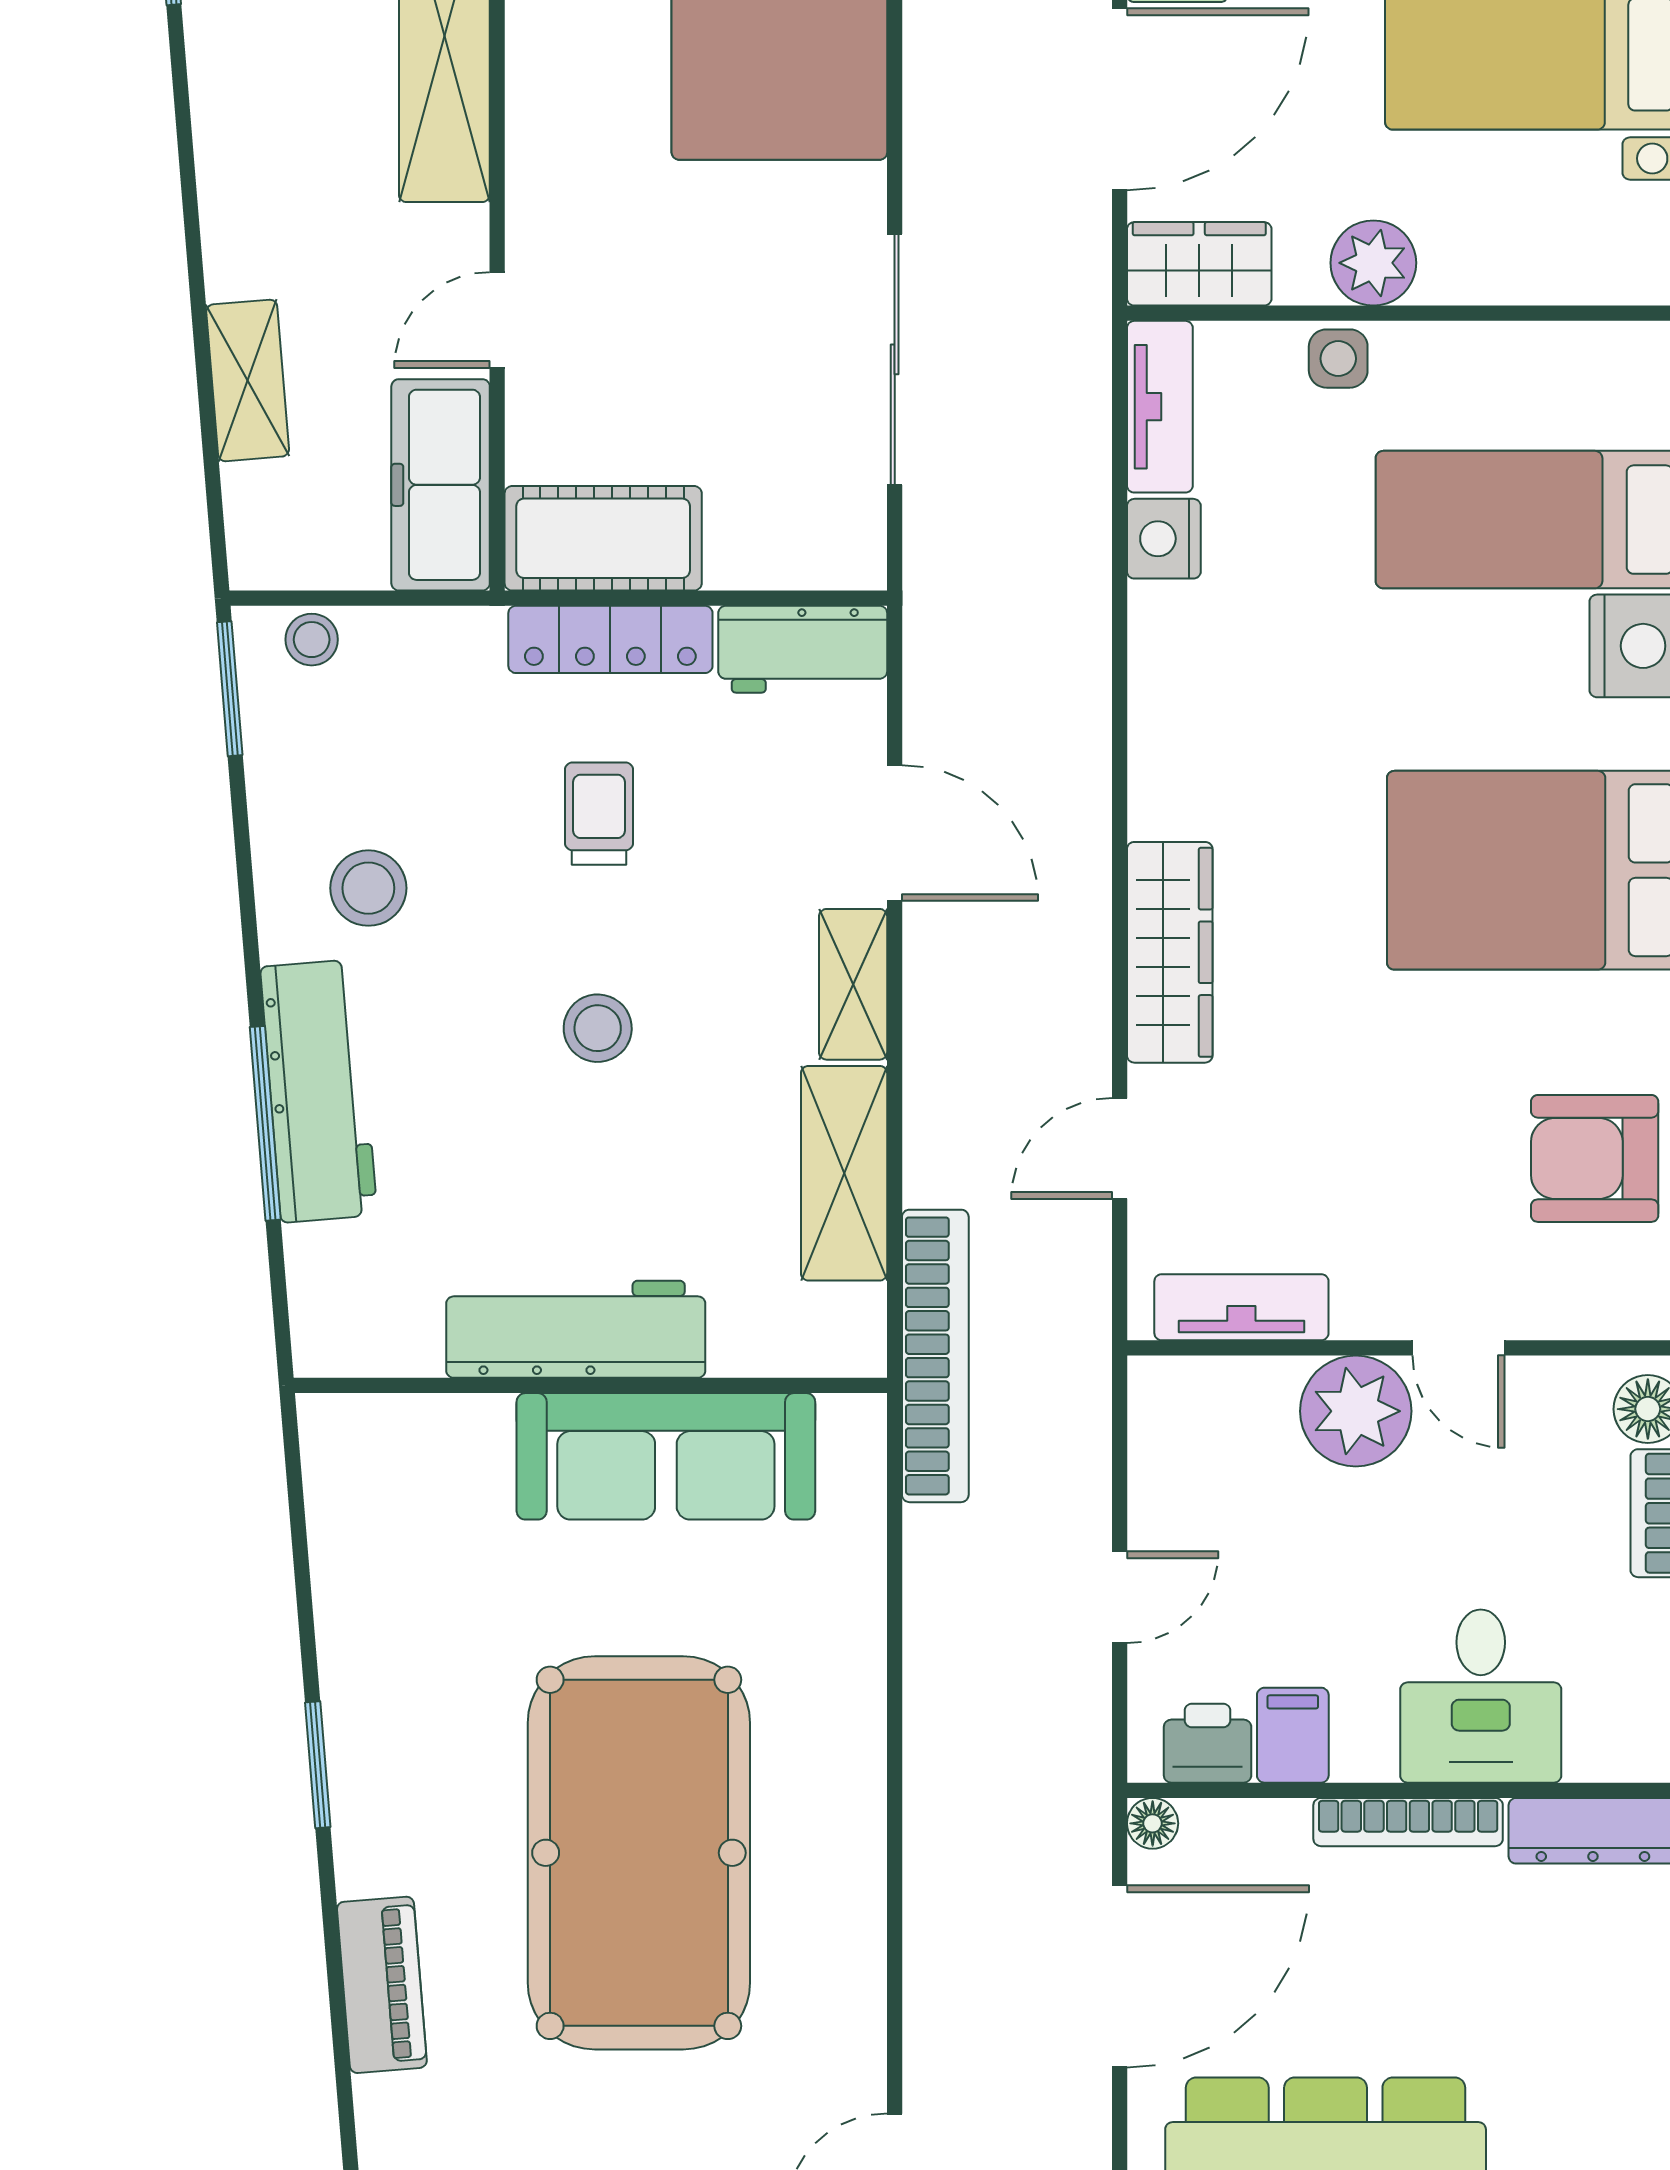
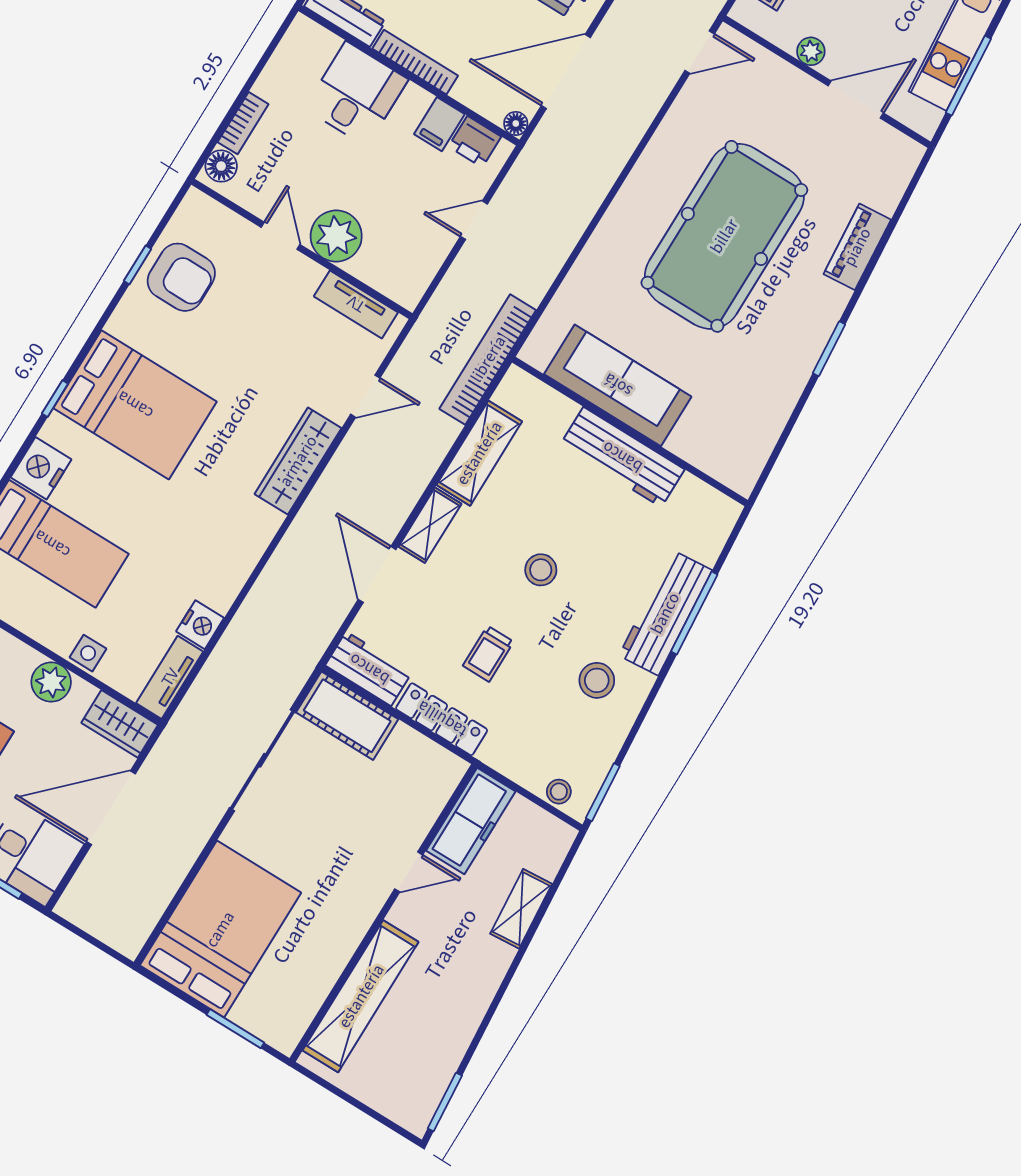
cot: (603, 538) -> (347, 716), moved

